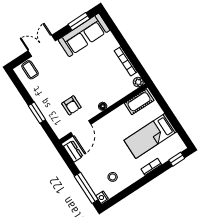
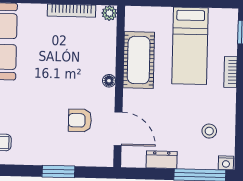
cot: (139, 102) -> (139, 60), moved, width x1.37, depth x1.34
armchair: (71, 105) -> (80, 120), turned 180
dresser: (73, 151) -> (162, 160), moved

